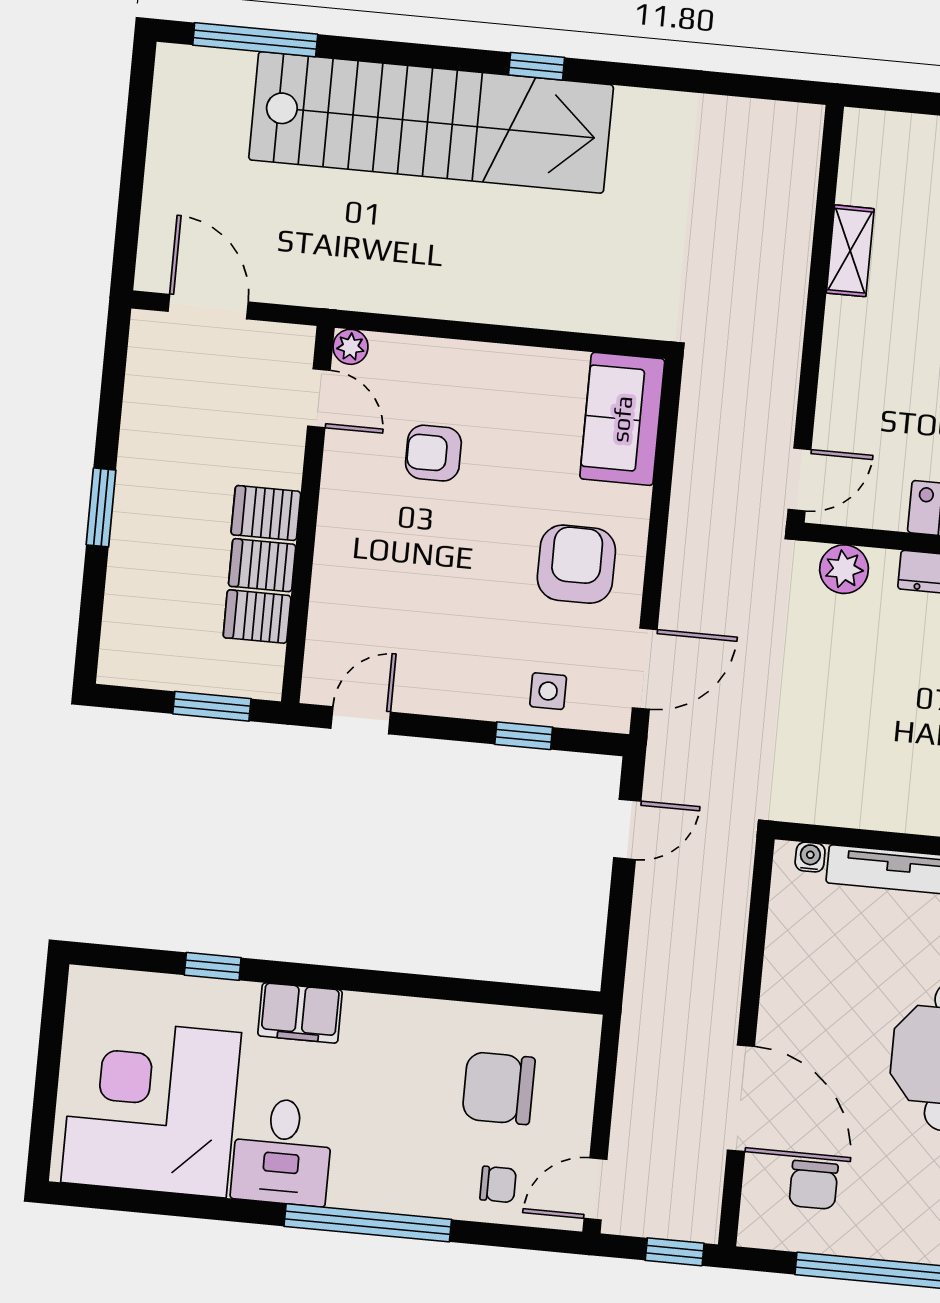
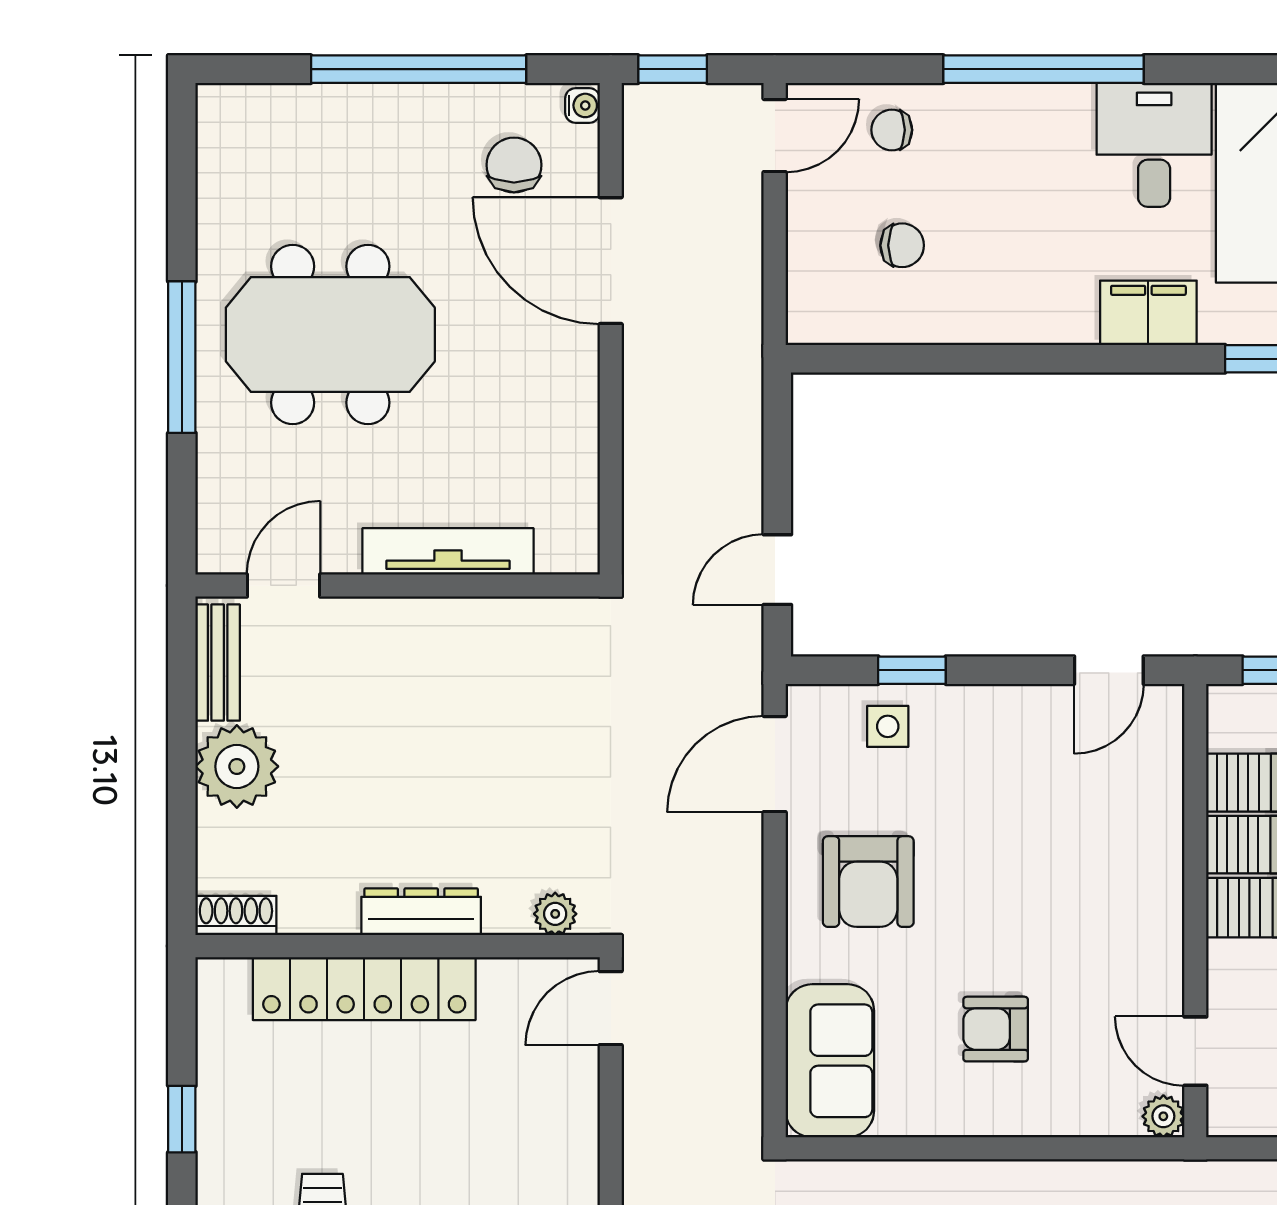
armchair: (433, 453) -> (996, 1029), moved, turned 180
plant: (844, 569) -> (555, 914), width x0.73, depth x0.73
water cooler: (810, 857) -> (582, 105), moved, turned -90
chair: (499, 1088) -> (902, 245), width x0.54, depth x0.54

